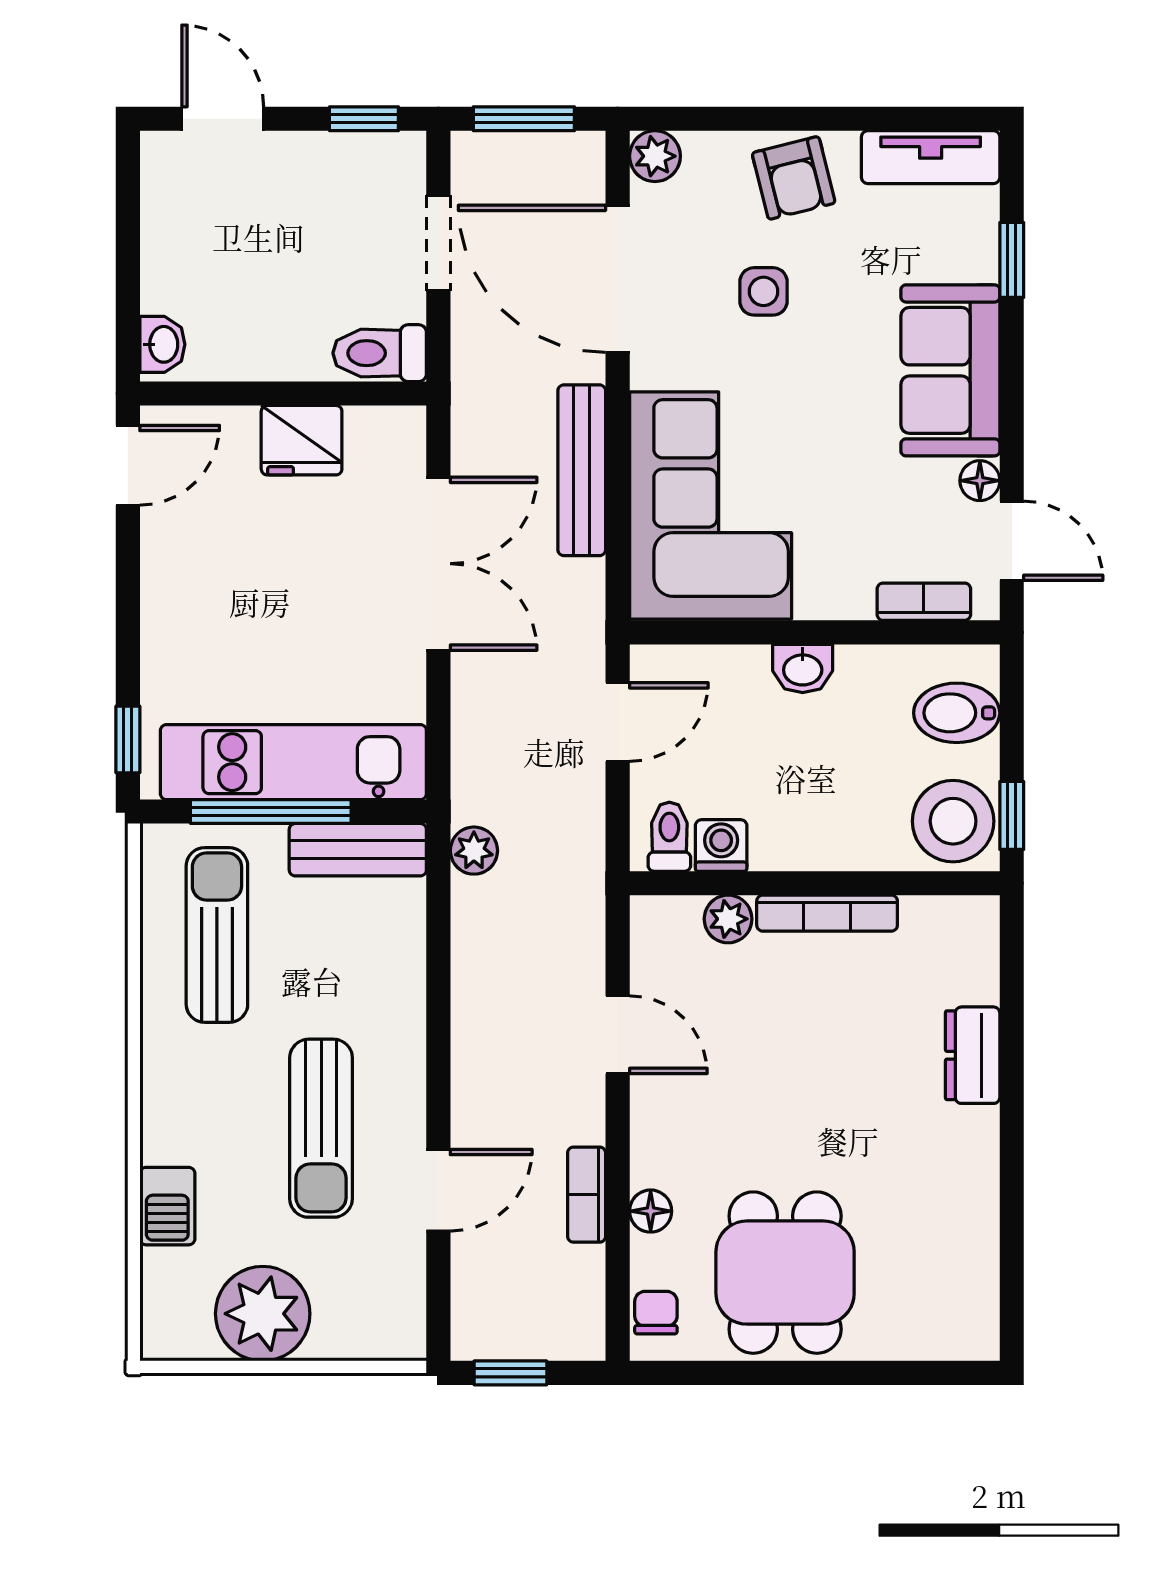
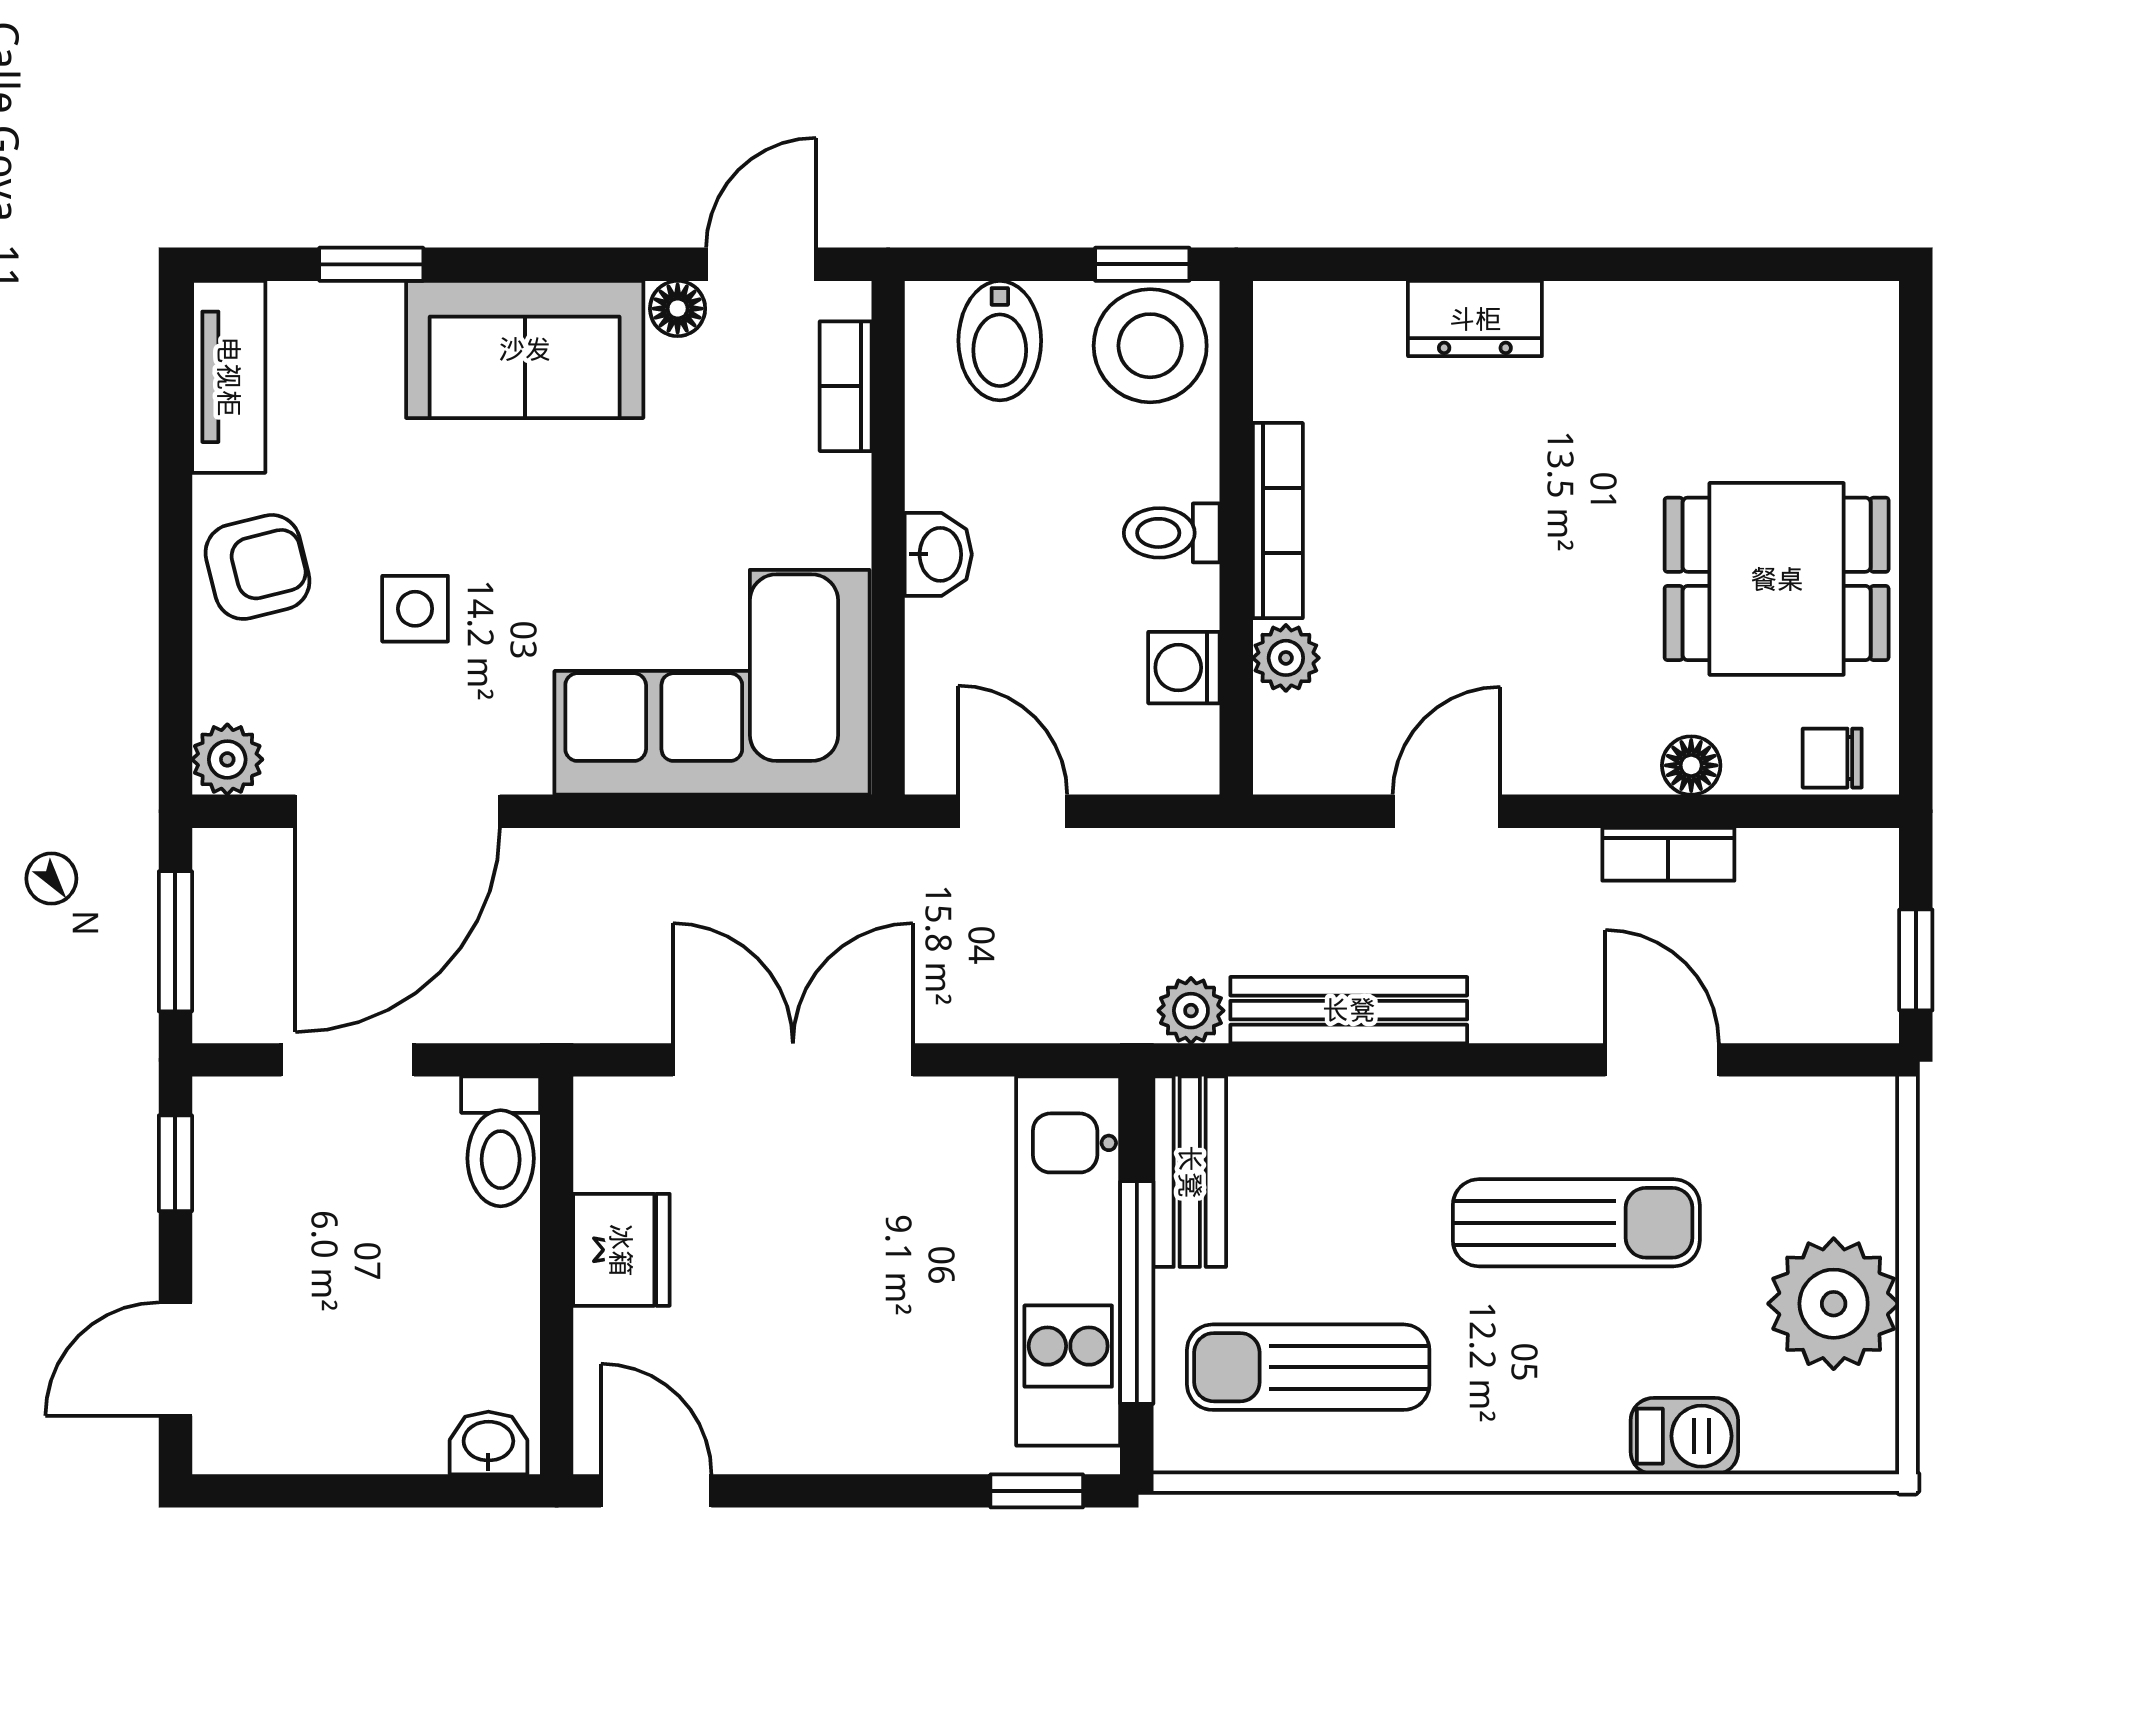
bench: (582, 470) -> (1349, 1010), moved
toilet: (669, 837) -> (1172, 533), moved

